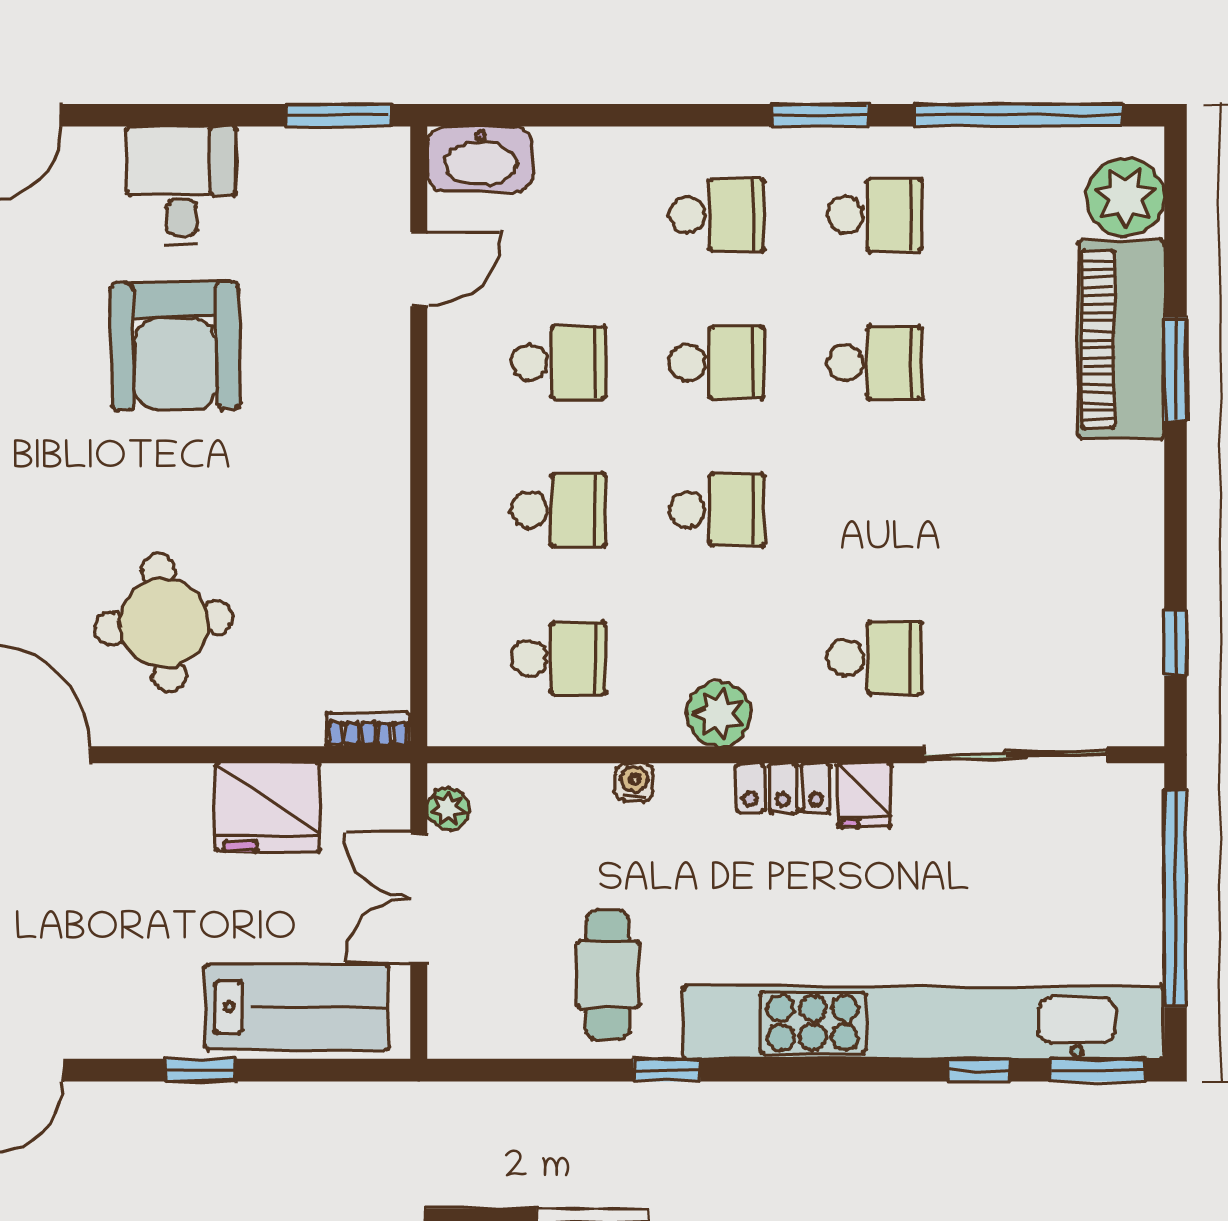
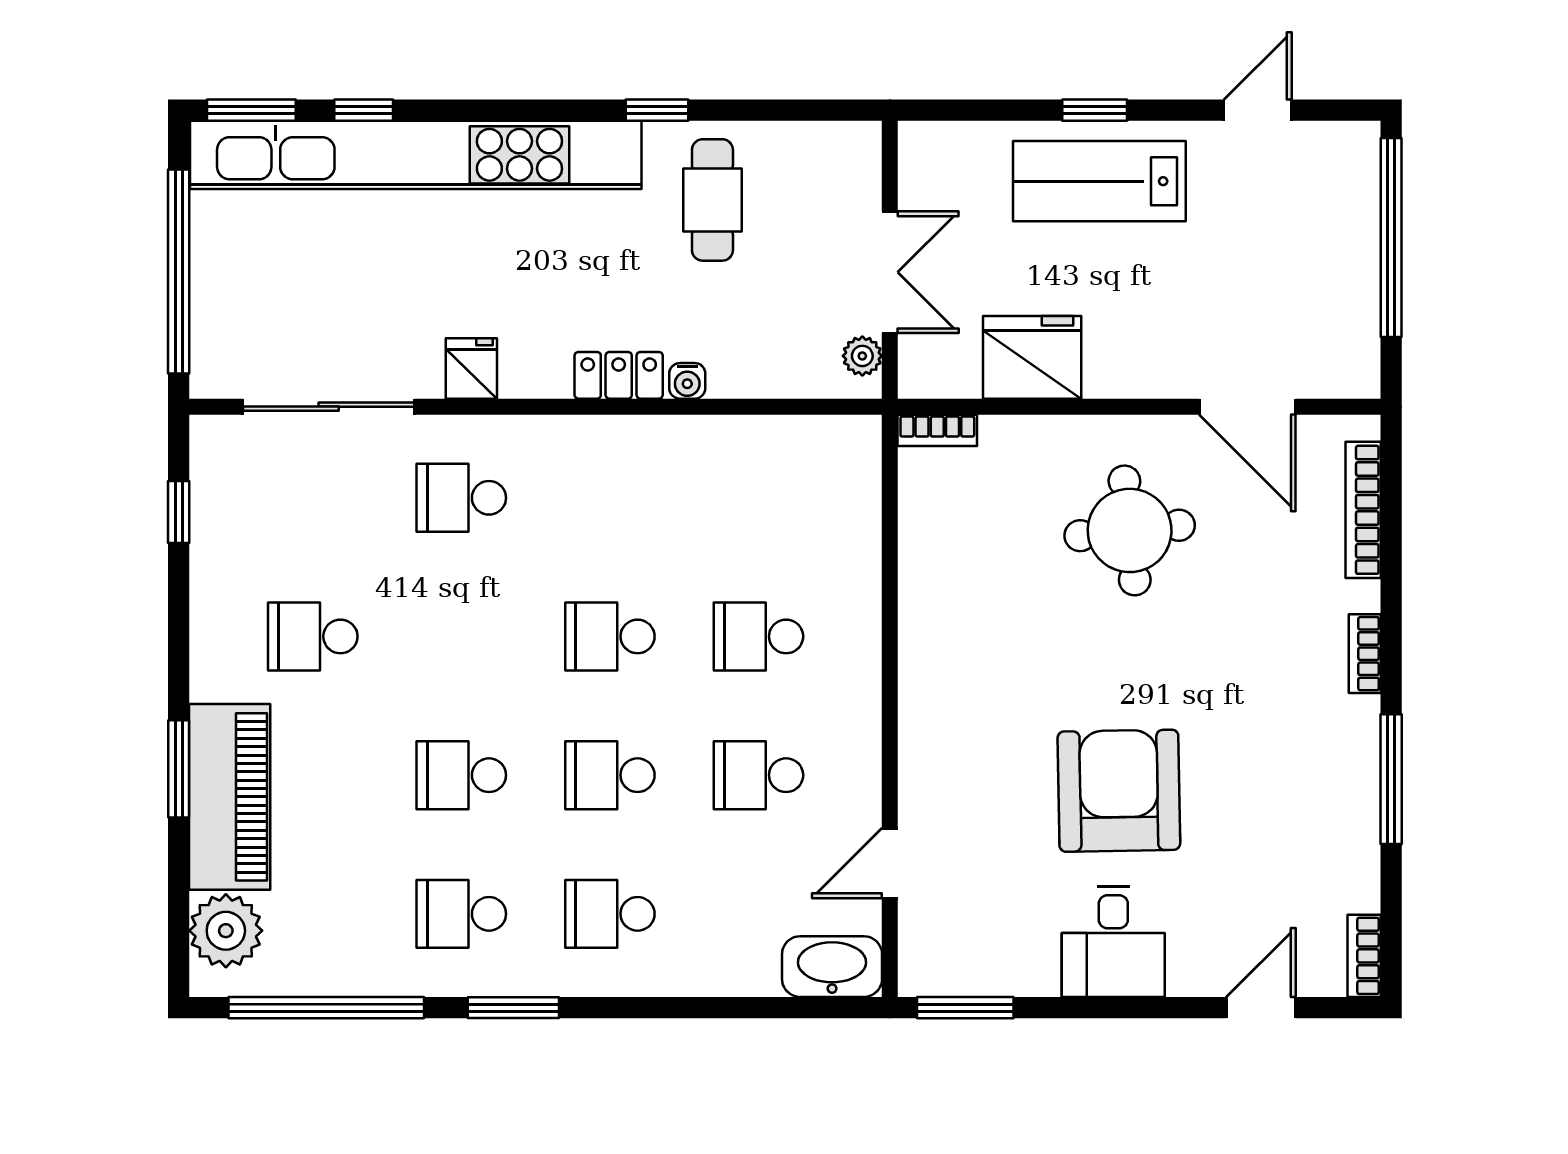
school desk: (559, 658) -> (313, 636), moved
plant: (719, 714) -> (608, 445), removed
locker: (783, 788) -> (619, 375), moved
lab bench: (297, 1007) -> (1099, 181), moved

